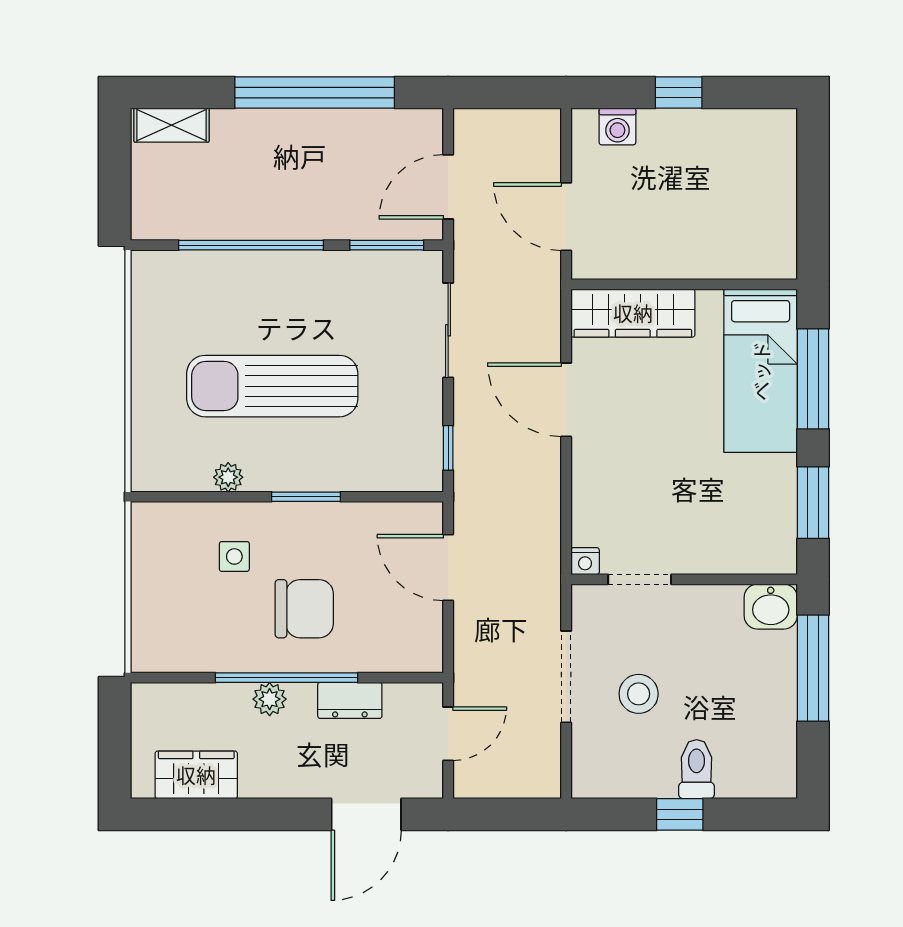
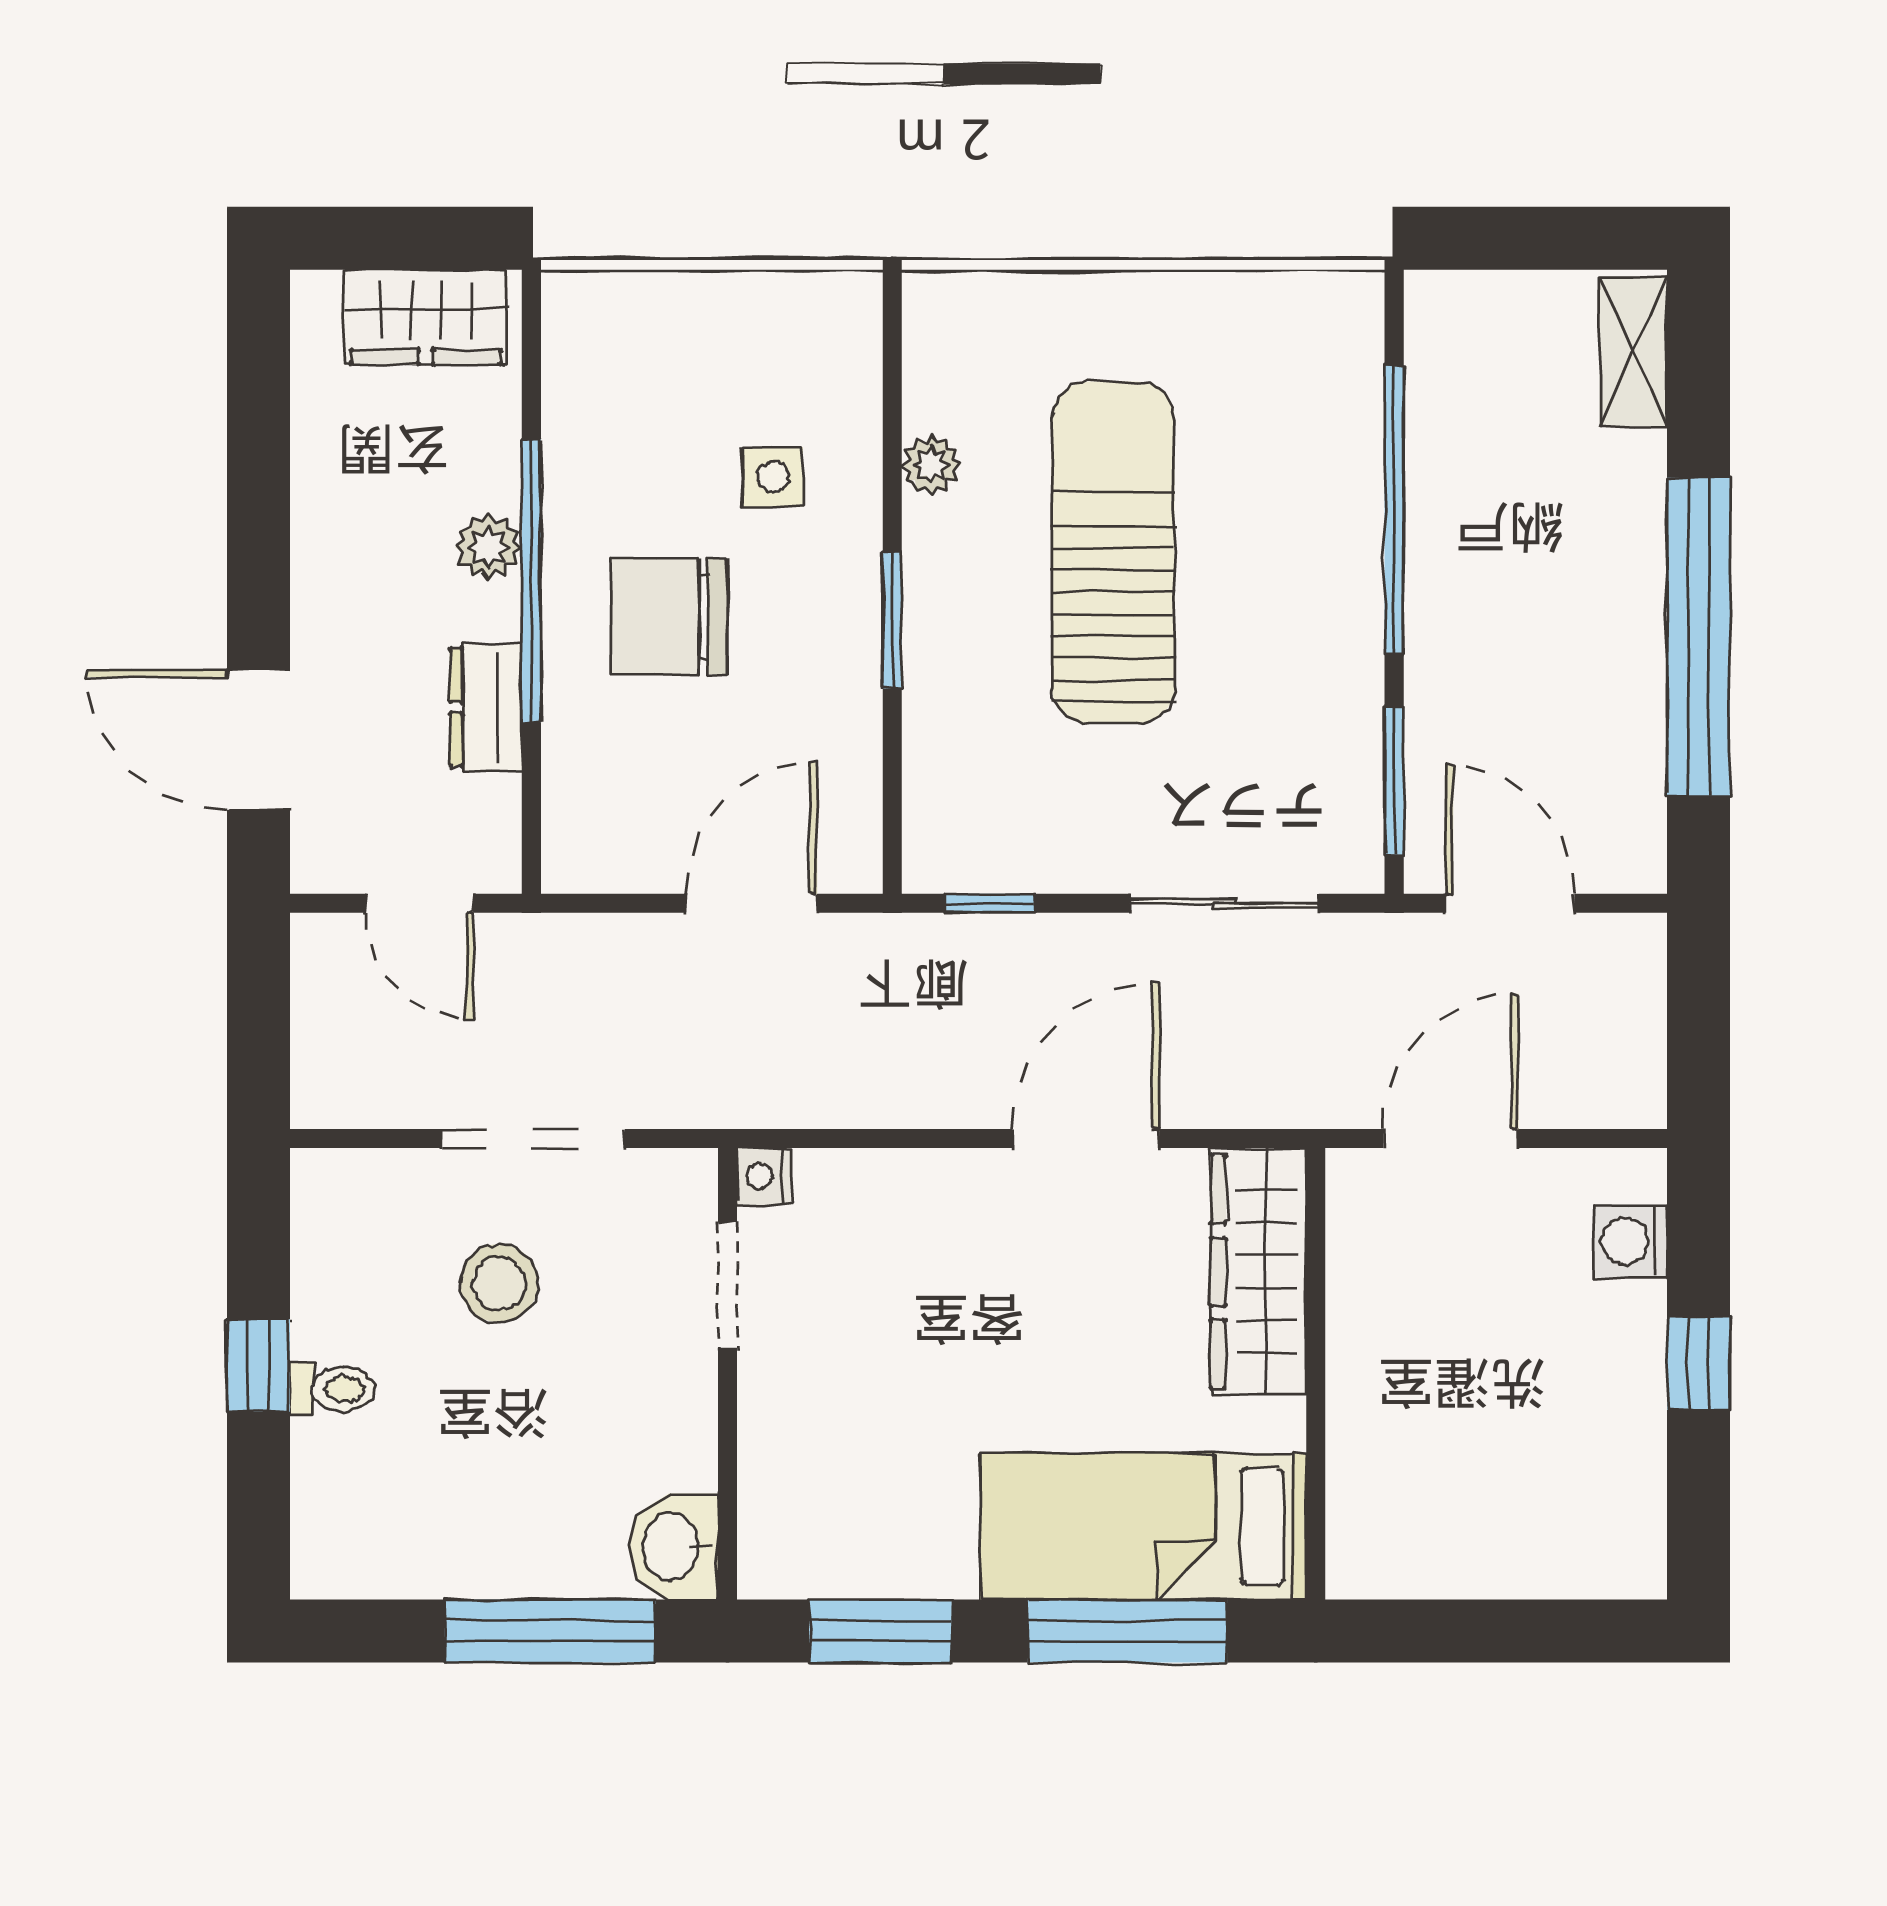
chair: (304, 609) -> (669, 616), turned 90
toilet: (697, 769) -> (332, 1389), width x0.73, depth x0.72
wardrobe: (196, 775) -> (426, 317), moved, turned 90

